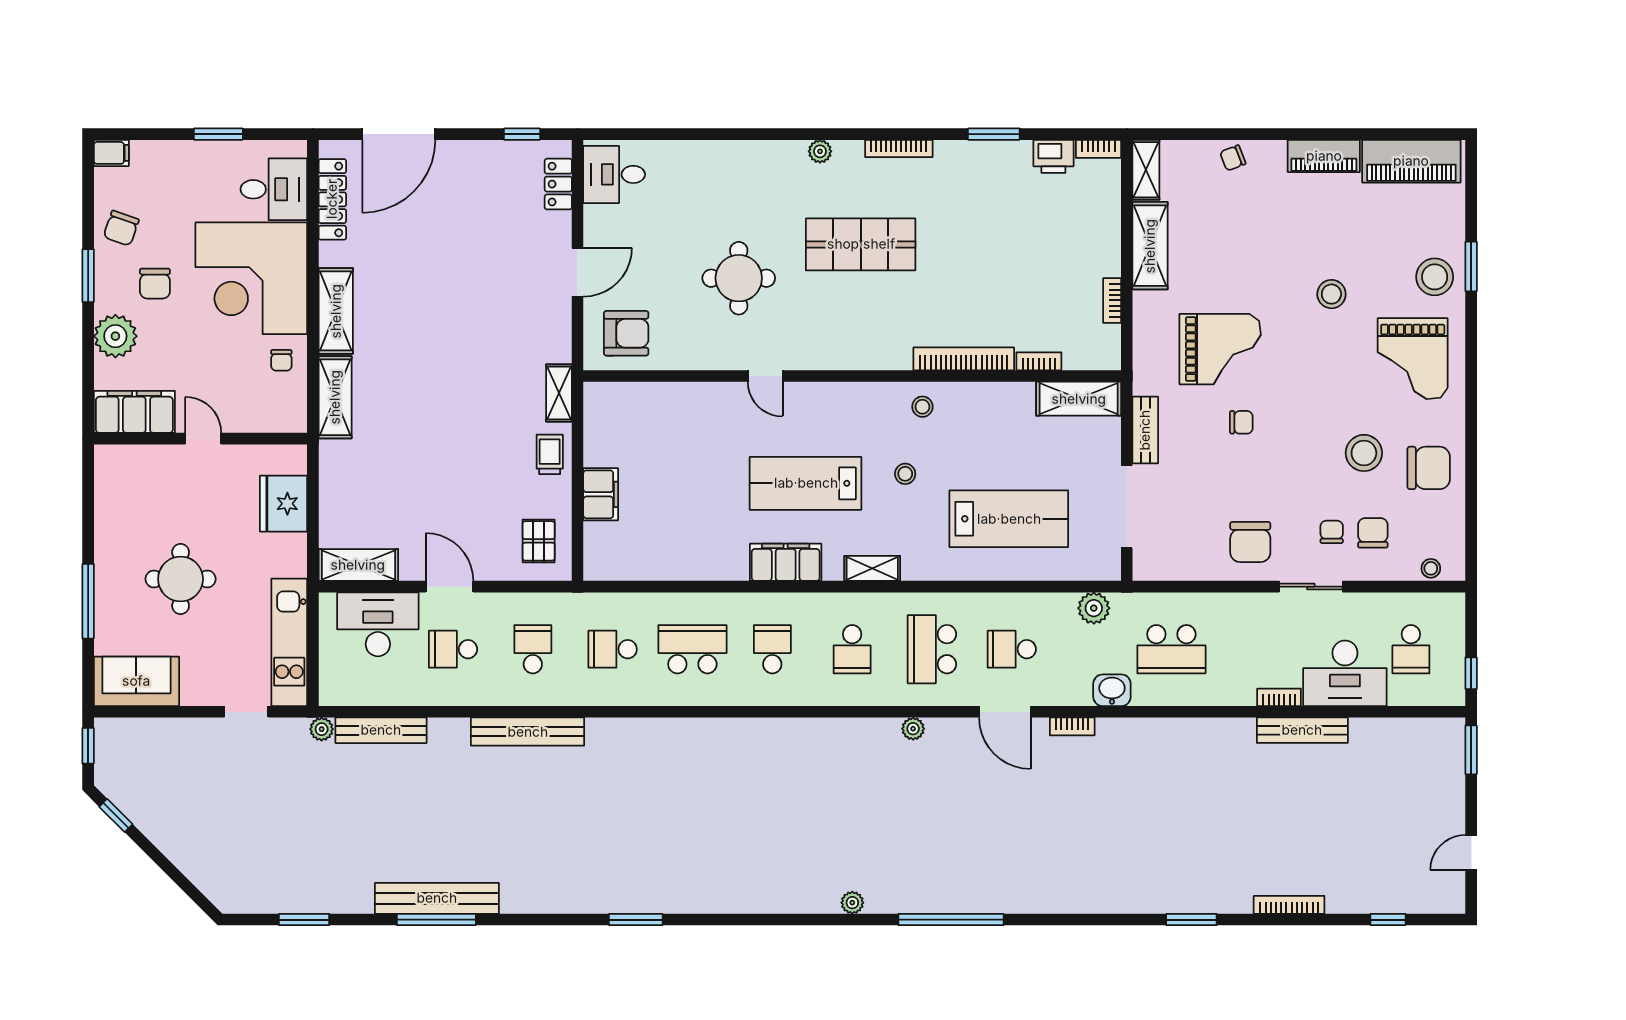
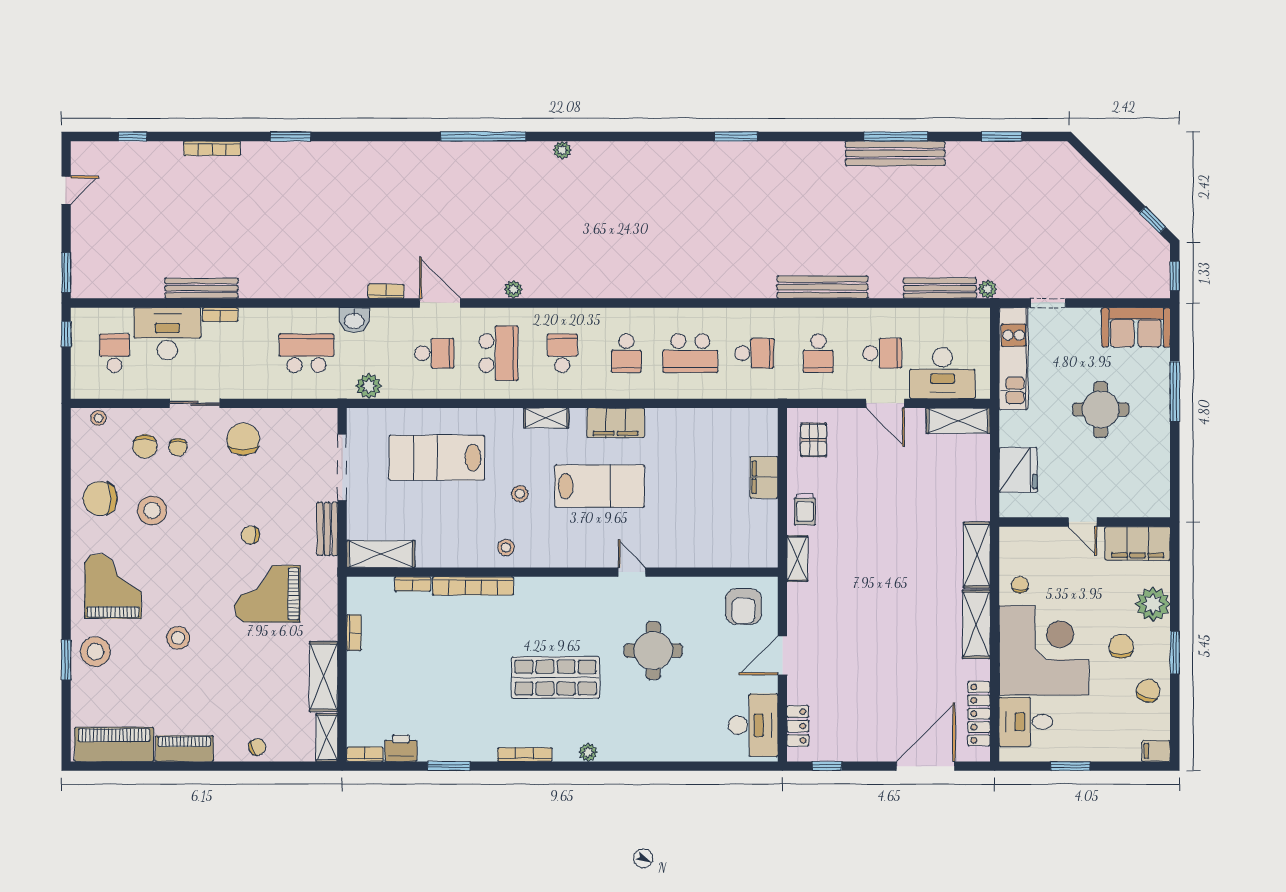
desk: (614, 174) -> (753, 725), width x1.37
armchair: (626, 333) -> (743, 606), turned -90

